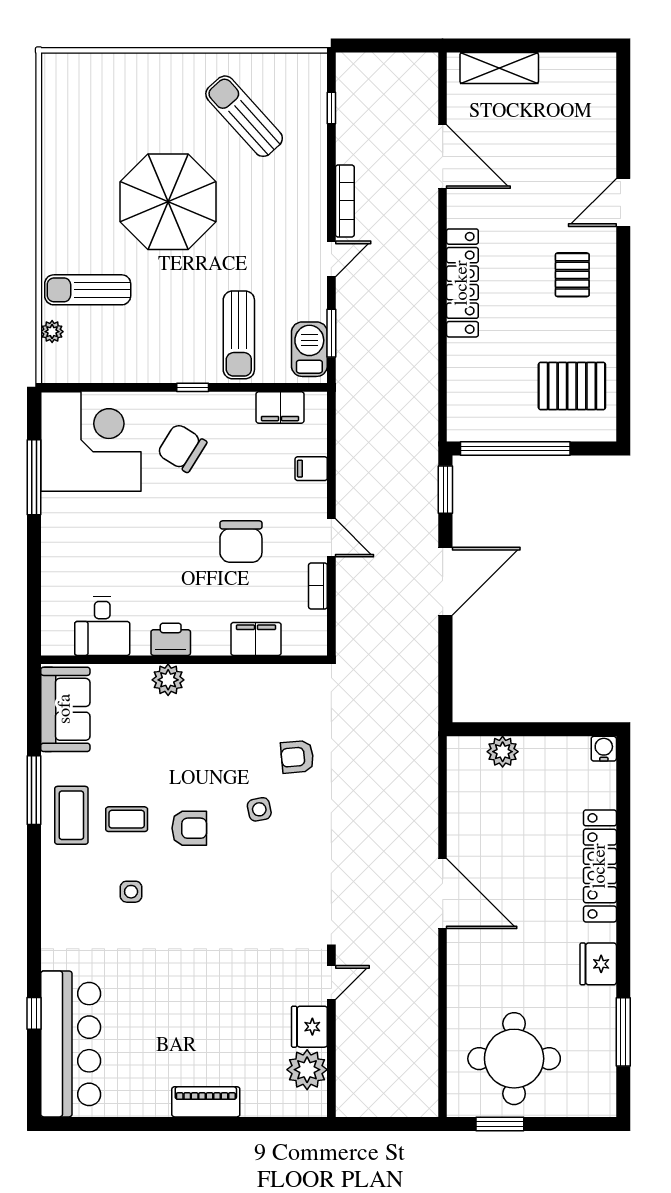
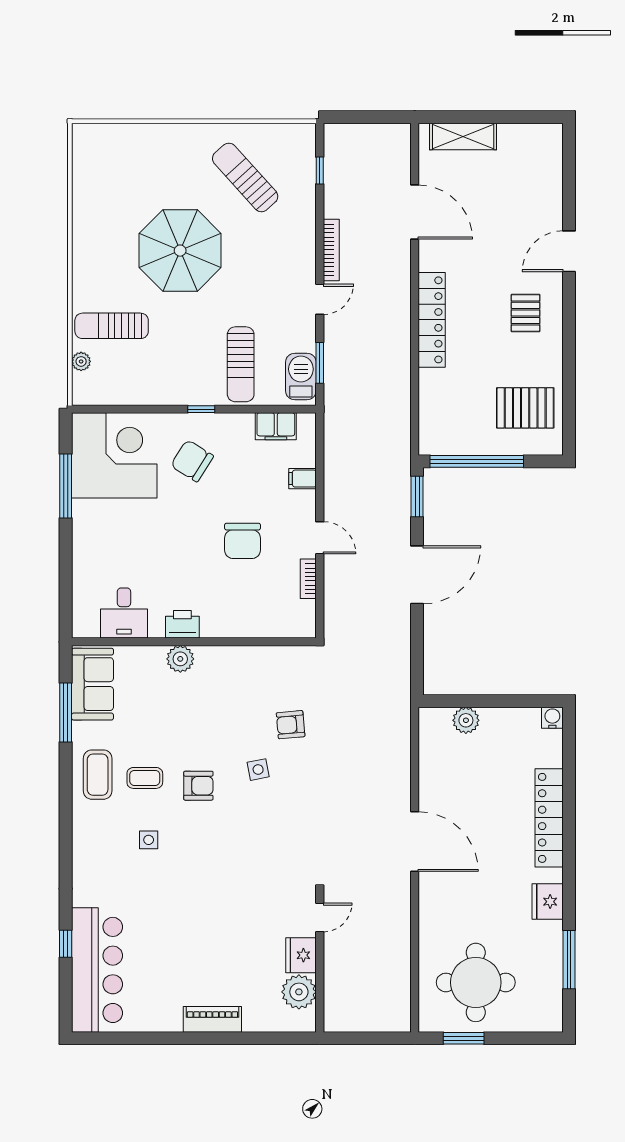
filing cabinet: (256, 639) -> (255, 624), removed
window: (34, 790) -> (66, 712), moved

